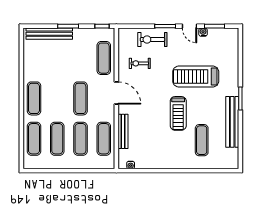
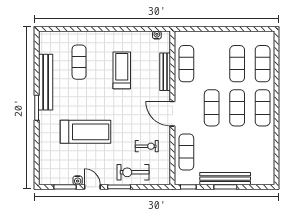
bench: (49, 34) -> (225, 179), moved
exercise bike: (152, 39) -> (133, 172), turned 180
treadmill: (178, 113) -> (122, 70), moved
exercise mat: (80, 139) -> (237, 108), moved

